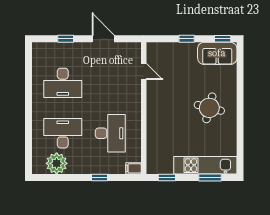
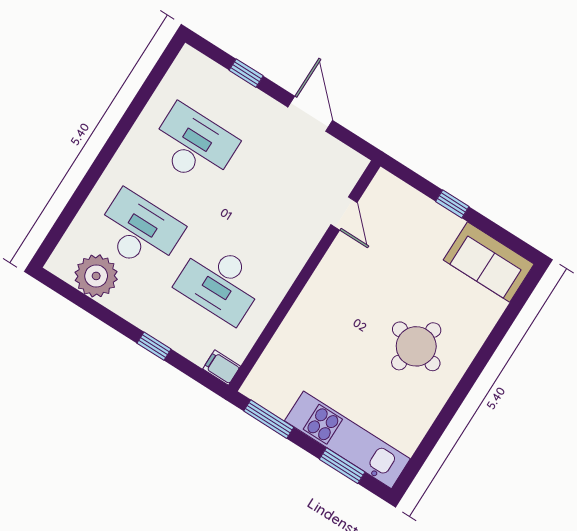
window: (223, 39) -> (514, 243), removed
desk: (63, 83) -> (194, 145), turned 180
desk: (110, 133) -> (220, 283), turned 90
window: (167, 177) -> (269, 419), width x1.50

